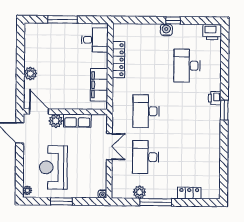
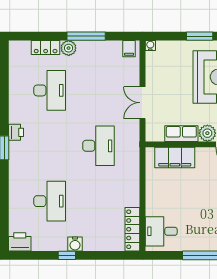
locker: (119, 60) -> (132, 229), moved
filing cabinet: (99, 85) -> (175, 158), moved, turned 90
printer: (215, 98) -> (16, 132), moved
desk: (146, 157) -> (50, 90), moved
filing cabinet: (120, 192) -> (129, 49), added
plant: (140, 192) -> (69, 48), moved

